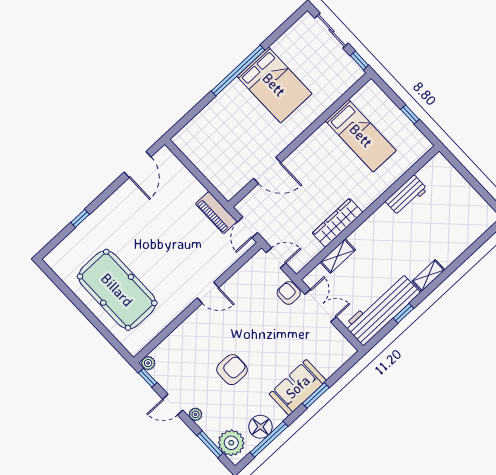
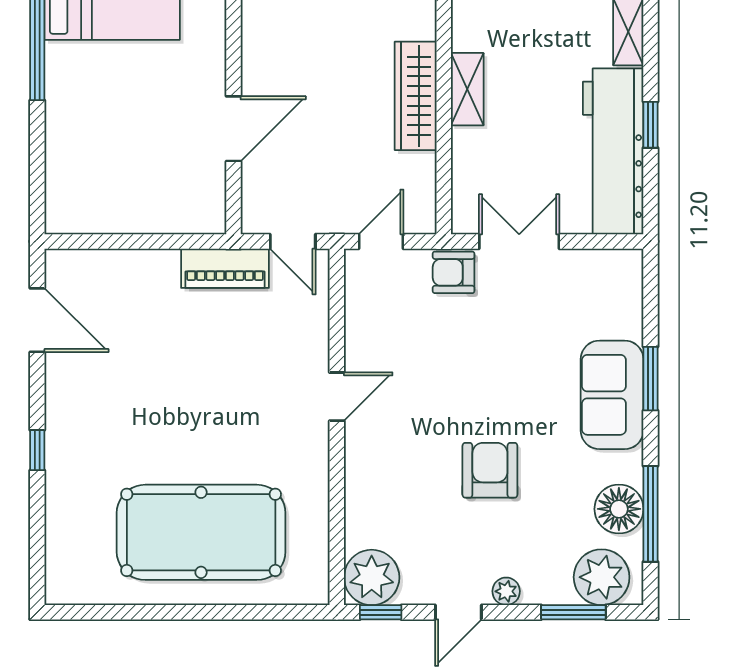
window: (80, 218) -> (37, 450), moved
shelving: (338, 256) -> (467, 89), moved
plant: (148, 363) -> (372, 577), width x1.87, depth x1.87

